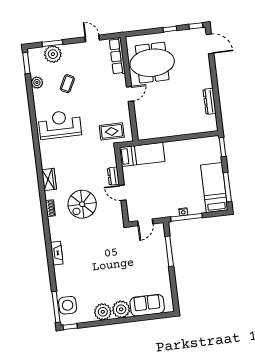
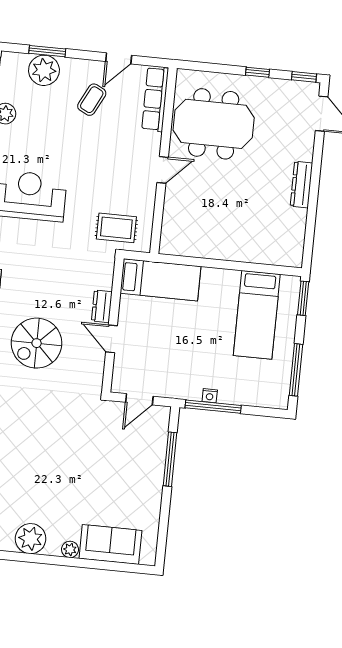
door: (92, 38) -> (119, 58), swing flipped
coffee table: (67, 84) -> (92, 100), moved
dresser: (210, 101) -> (301, 185), moved
bed: (214, 188) -> (257, 315), moved, turned 180
plant: (121, 309) -> (70, 549), width x0.53, depth x0.53

